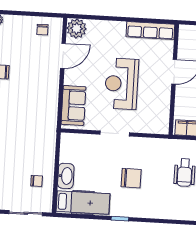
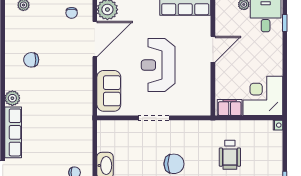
door: (63, 56) -> (95, 39), width x1.36

